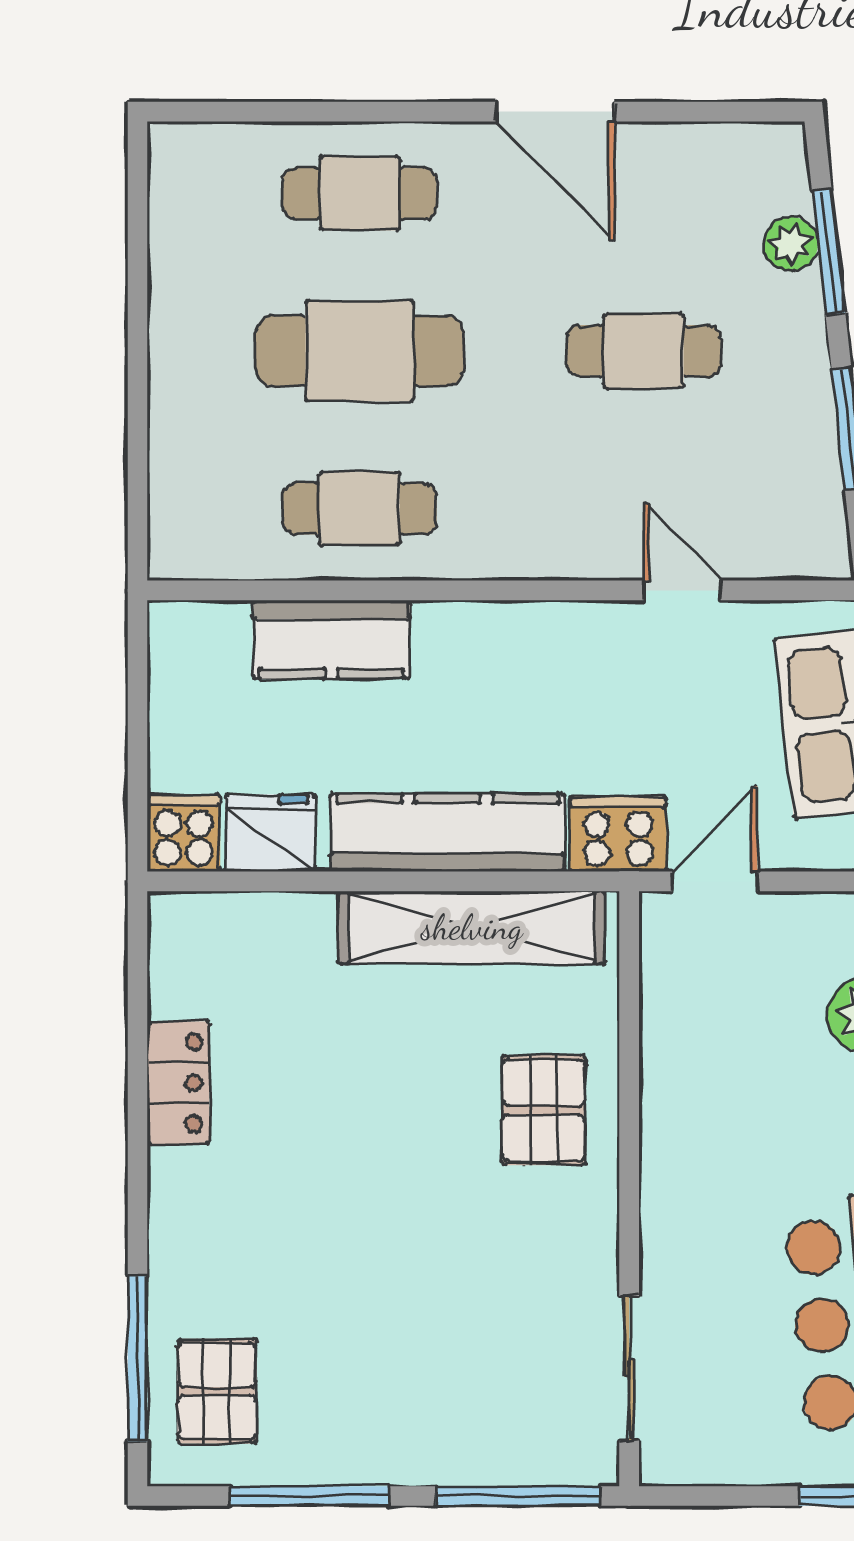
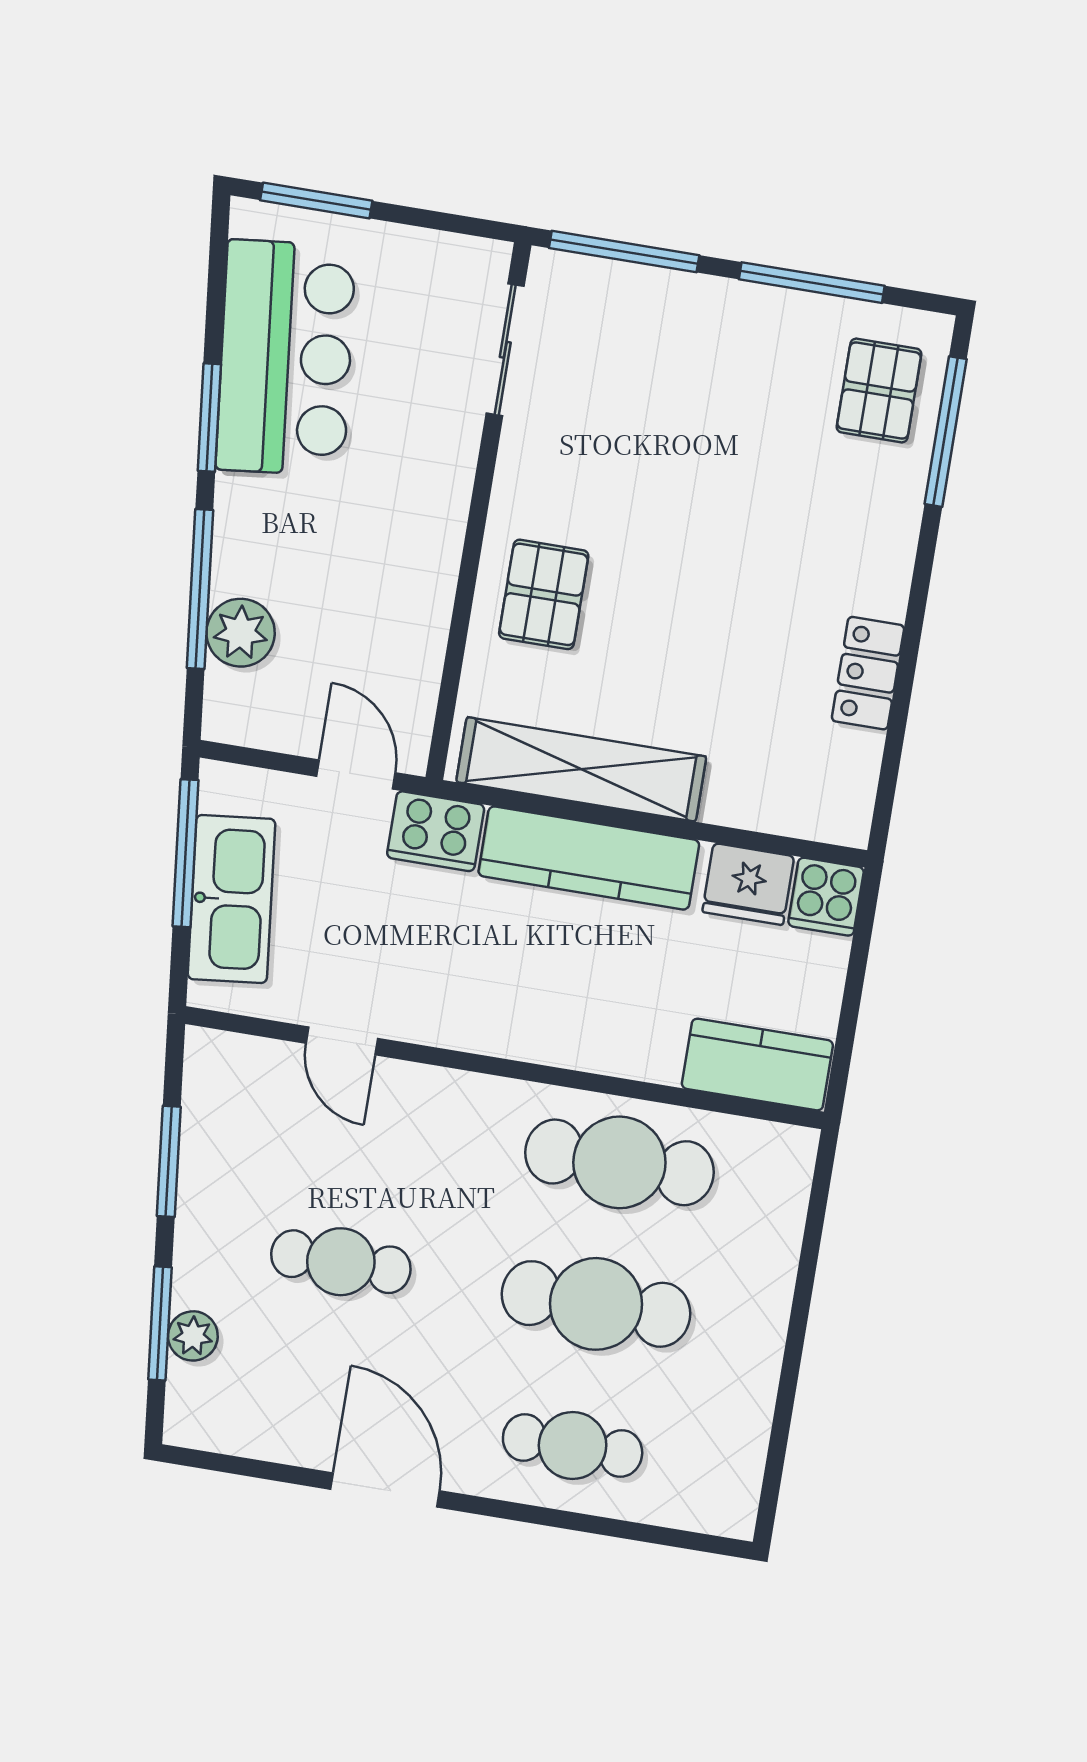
cafe table: (360, 509) -> (619, 1162), width x1.37, depth x1.35
kitchen counter: (331, 639) -> (757, 1065), moved
door: (715, 881) -> (356, 774), swing flipped

